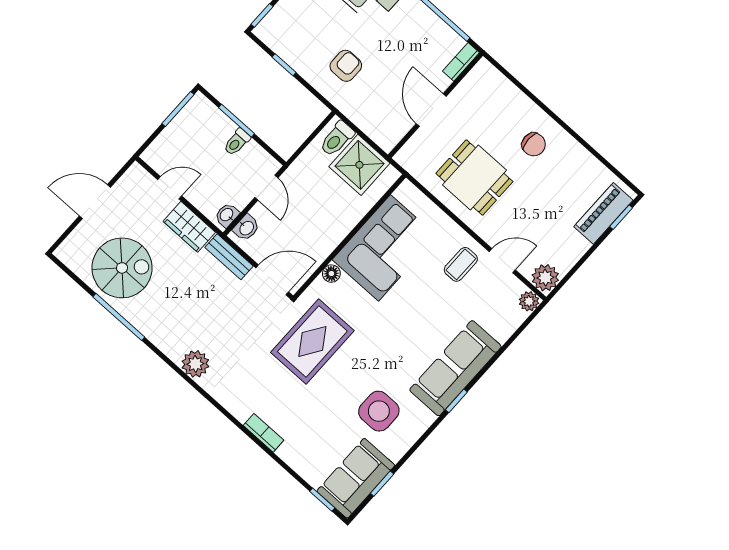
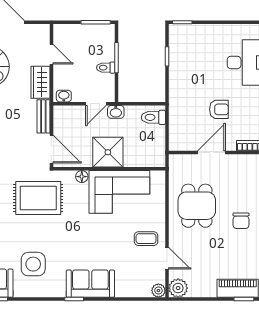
armchair: (346, 66) -> (219, 109), moved
shower: (359, 165) -> (108, 152), moved
washbasin: (246, 228) -> (116, 112), moved
sofa: (455, 368) -> (90, 284), width x0.73

